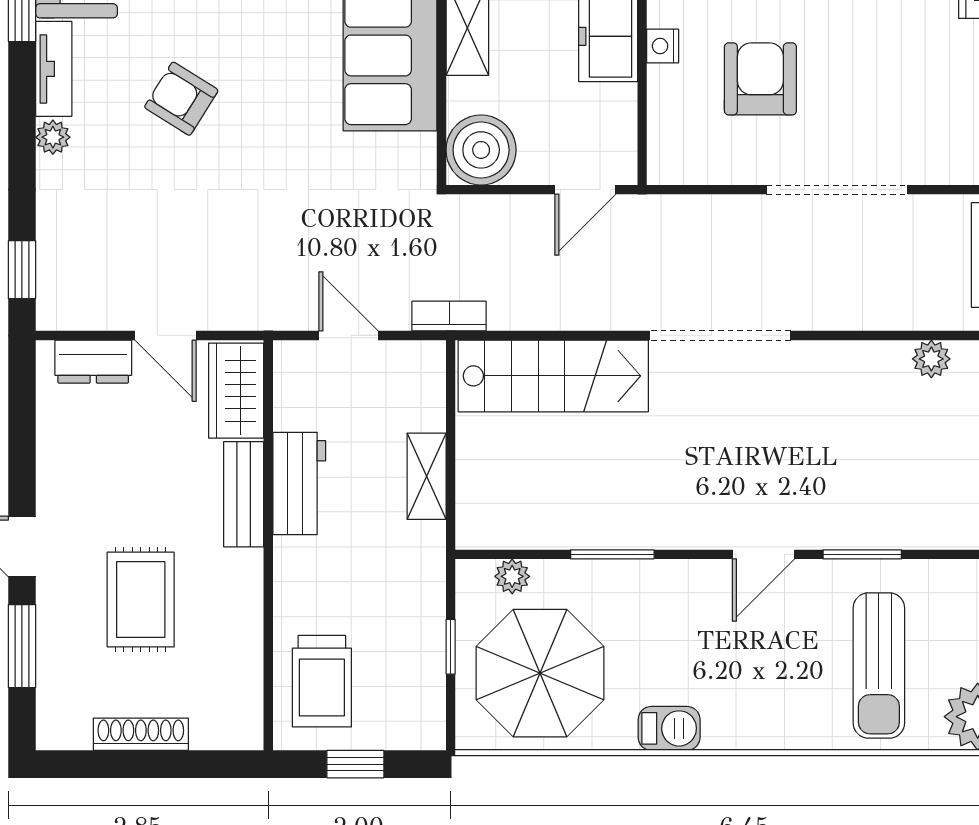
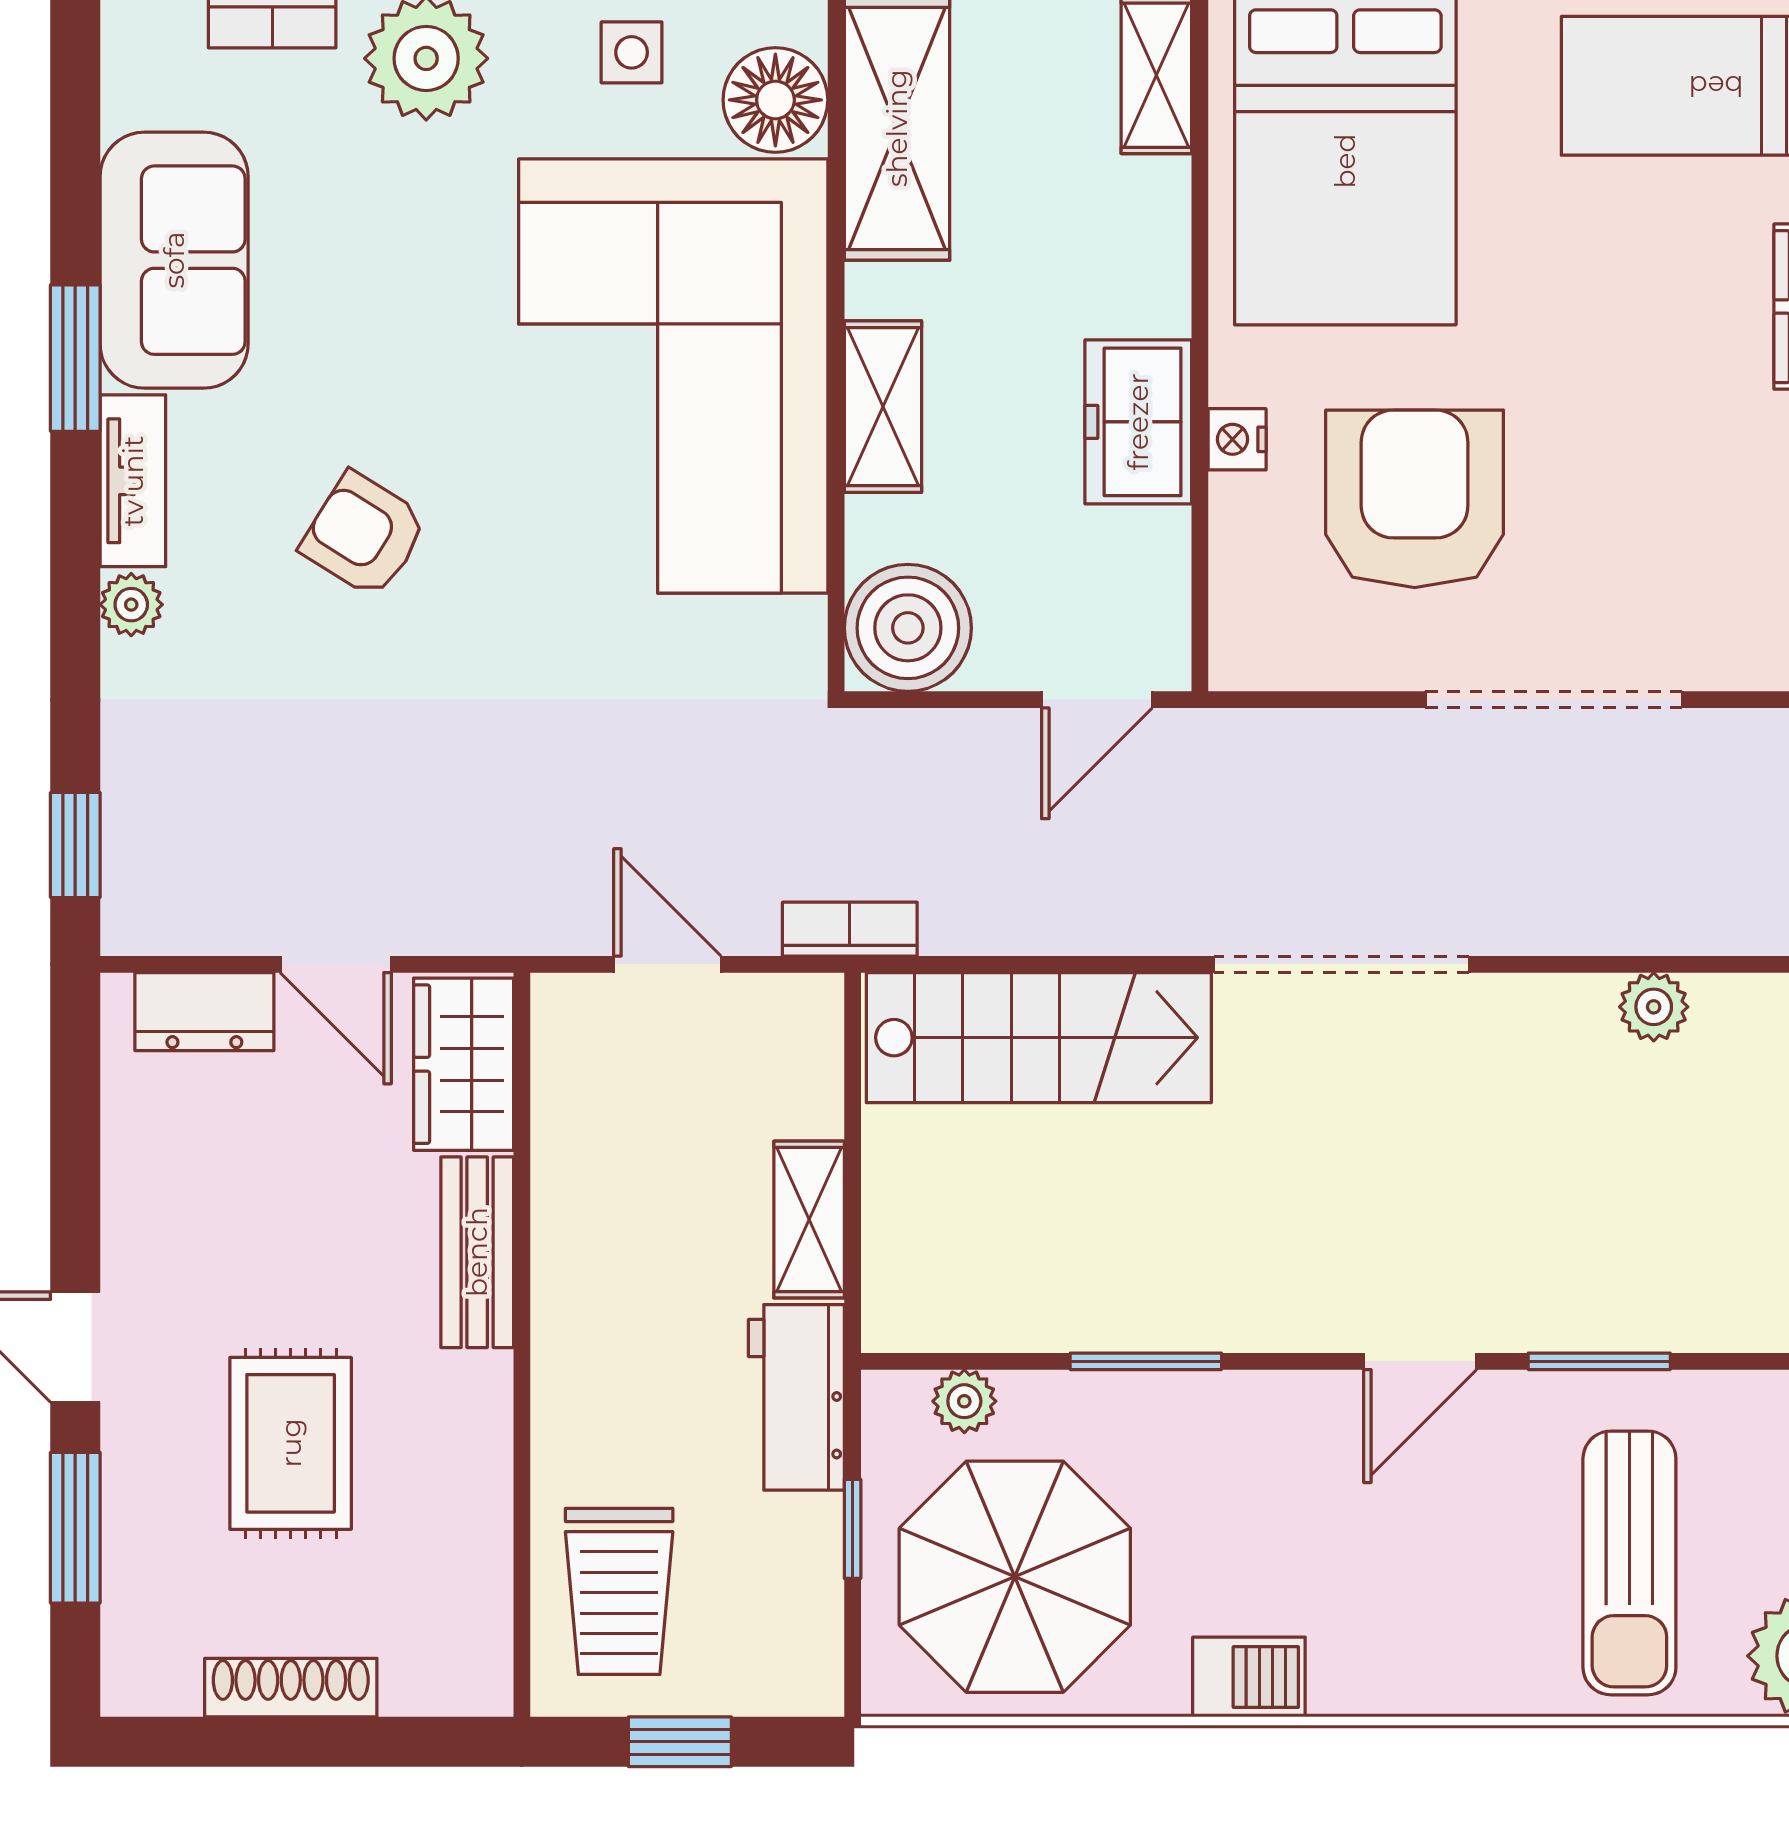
armchair: (760, 79) -> (1415, 499), width x1.36, depth x1.36
plant: (931, 359) -> (1654, 1007), moved
workbench: (299, 483) -> (796, 1397), moved, turned 180

